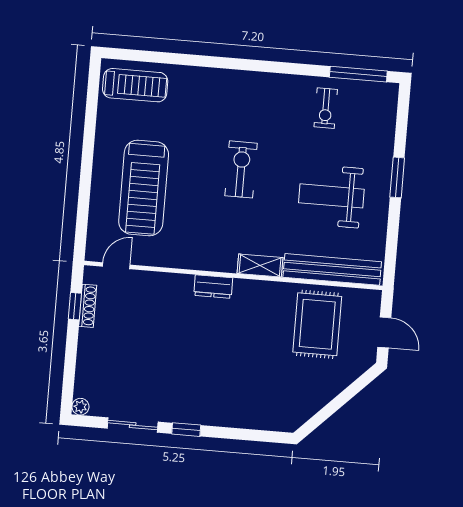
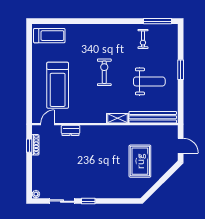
weight bench: (331, 196) -> (149, 81), turned 180
dresser: (213, 287) -> (71, 130), moved
rug: (317, 324) -> (140, 161), moved

